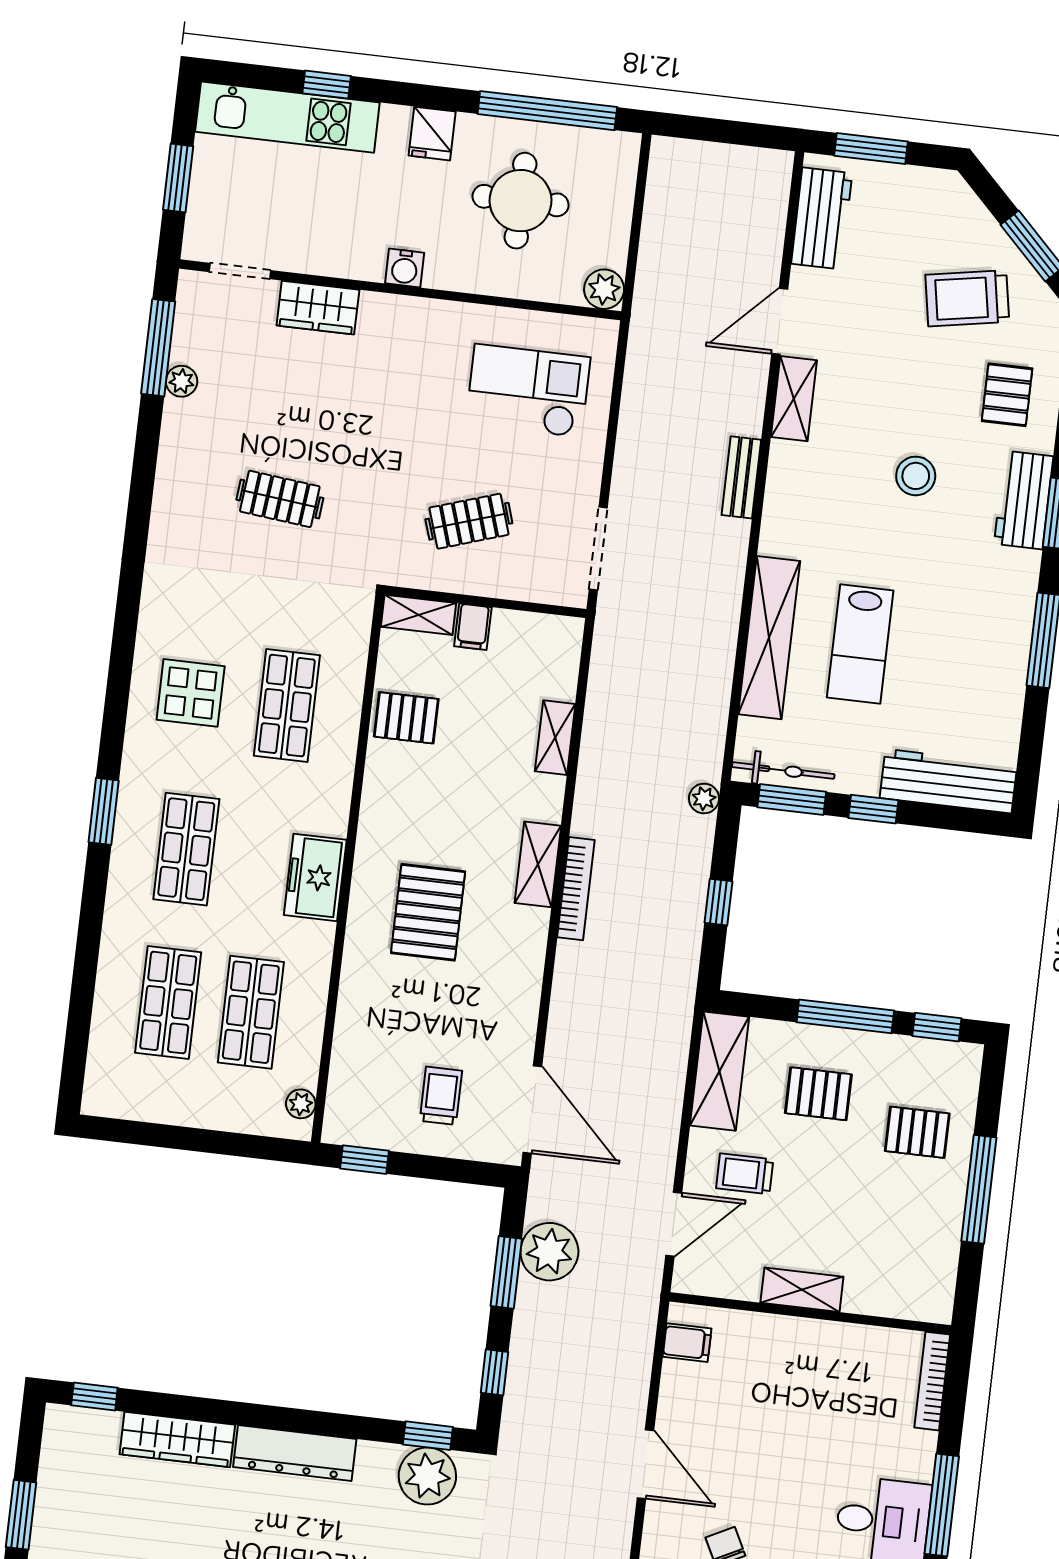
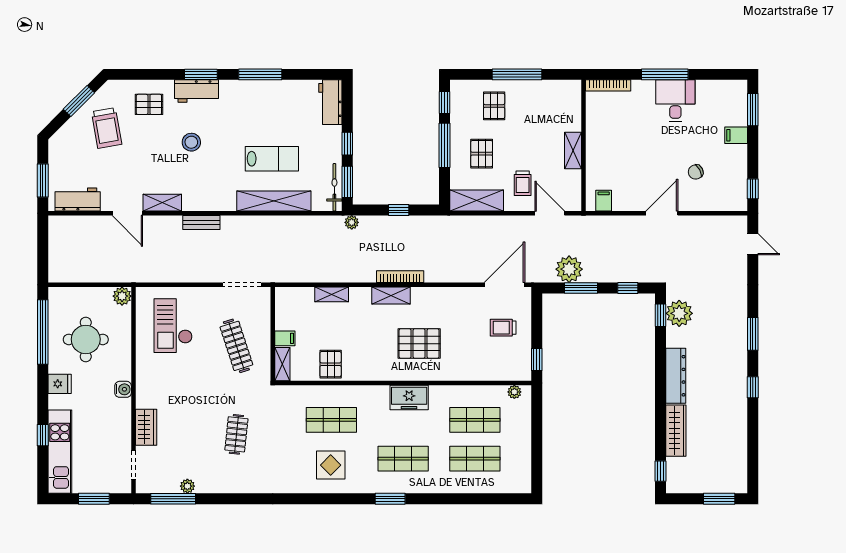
clothes rail: (469, 521) -> (236, 346), width x1.36
workbench: (948, 781) -> (330, 102), width x0.73

